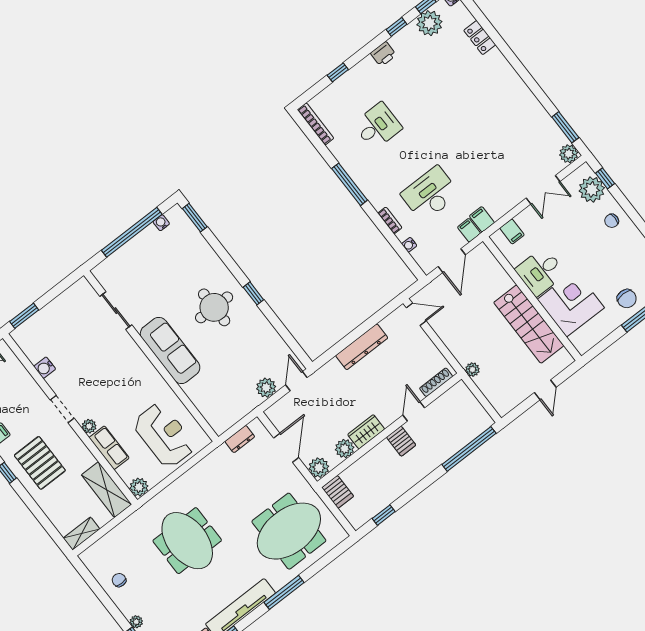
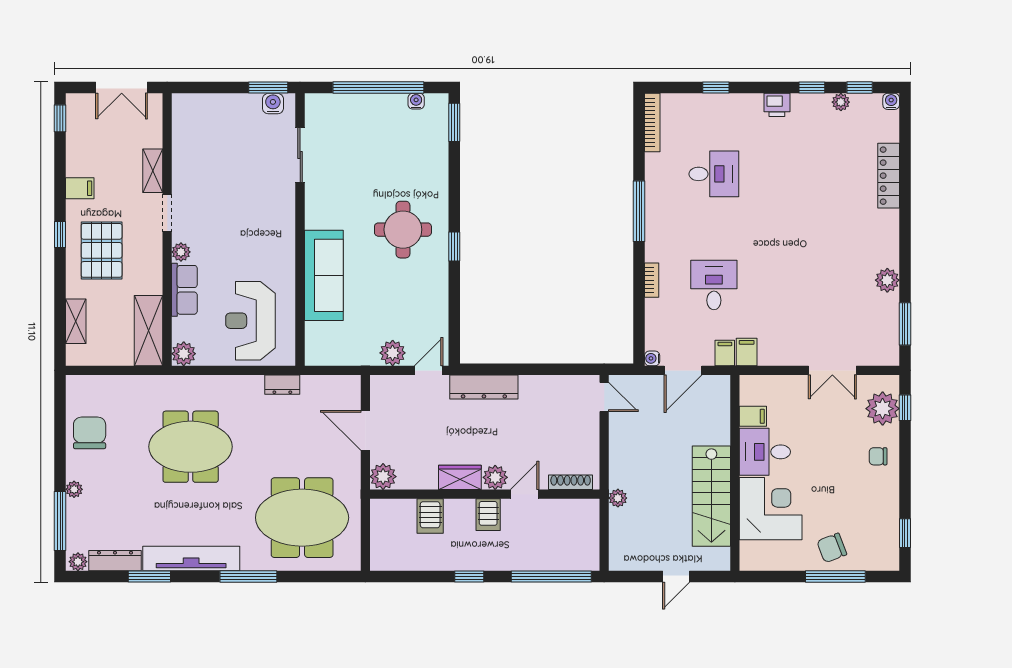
plant: (429, 23) -> (841, 102), width x0.53, depth x0.53
locker: (480, 38) -> (889, 176), width x1.53
plant: (569, 154) -> (887, 280), moved
desk: (430, 194) -> (714, 285), width x0.73
filing cabinet: (512, 231) -> (753, 416), moved, turned -90
water cooler: (409, 245) -> (652, 358), moved
chair: (627, 299) -> (832, 548), turned 69
window: (24, 316) -> (268, 88), moved
dresser: (362, 347) -> (484, 387), moved
sofa: (170, 351) -> (324, 275), moved
water cooler: (45, 368) -> (273, 104), moved, turned 90
shelving: (33, 390) -> (153, 171), added
reception desk: (164, 435) -> (250, 321), turned 180
dresser: (240, 439) -> (282, 385), moved
door: (286, 448) -> (365, 430), swing flipped
plant: (345, 449) -> (495, 477), moved
server rack: (338, 492) -> (430, 516), moved
window: (384, 515) -> (469, 576), moved
shelving: (82, 534) -> (76, 321), moved, turned 90
meeting table: (187, 541) -> (191, 447), turned 90
chair: (119, 580) -> (90, 433), width x1.87, depth x1.87

